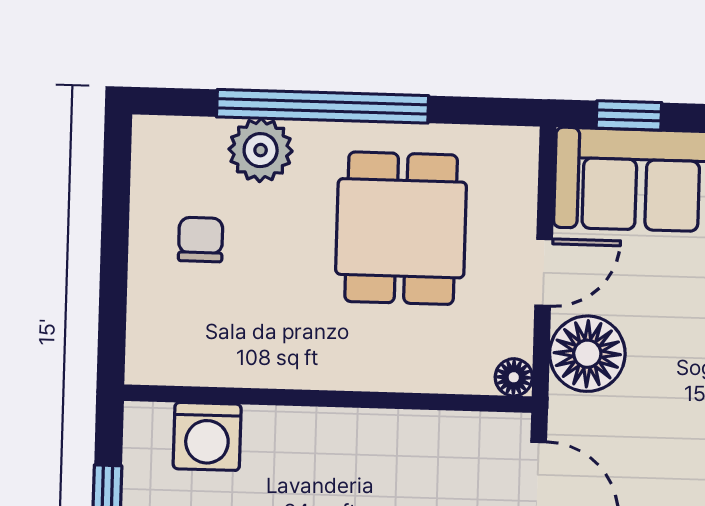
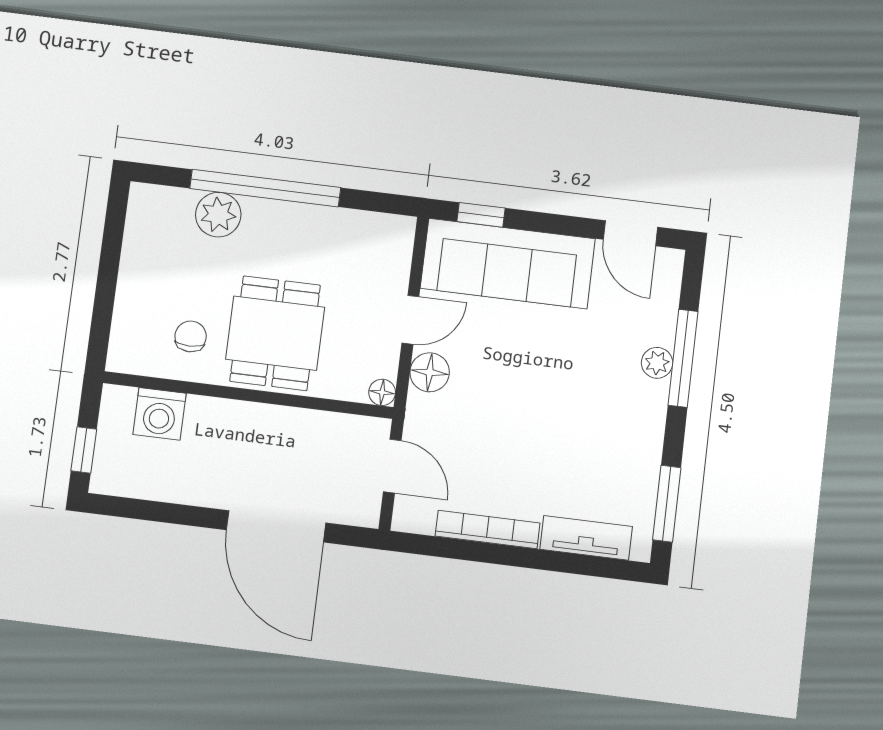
dining table: (401, 228) -> (275, 333), moved
chair: (201, 240) -> (191, 336), moved
floor lamp: (587, 354) -> (430, 372), width x0.73, depth x0.73

